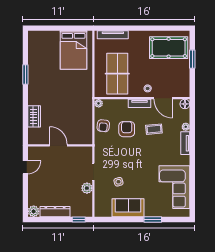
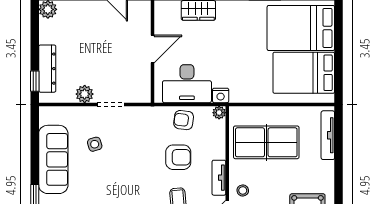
bed: (45, 52) -> (301, 28), added
nightstand: (88, 102) -> (221, 95), added
desk: (80, 124) -> (187, 84), added
sofa: (128, 208) -> (53, 159), width x1.36
dresser: (55, 212) -> (47, 69), moved

